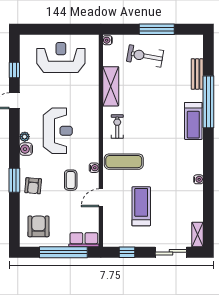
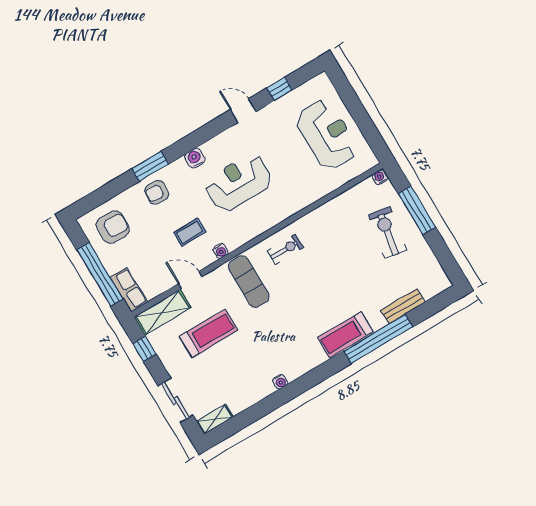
window: (157, 29) -> (417, 210), moved
shelving: (111, 86) -> (163, 312), moved
reception desk: (58, 131) -> (238, 183), turned 180
plant: (25, 137) -> (208, 148), removed

